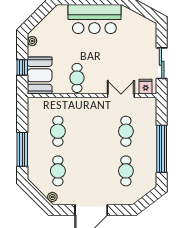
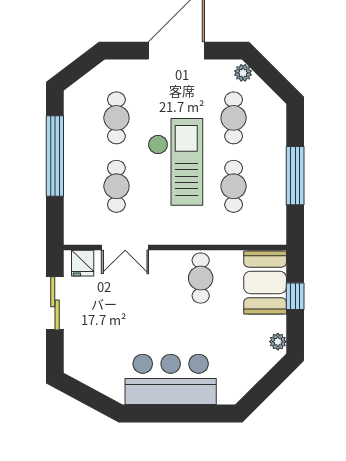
checkout: (92, 145) -> (175, 162), added
window: (22, 149) -> (295, 176), moved

